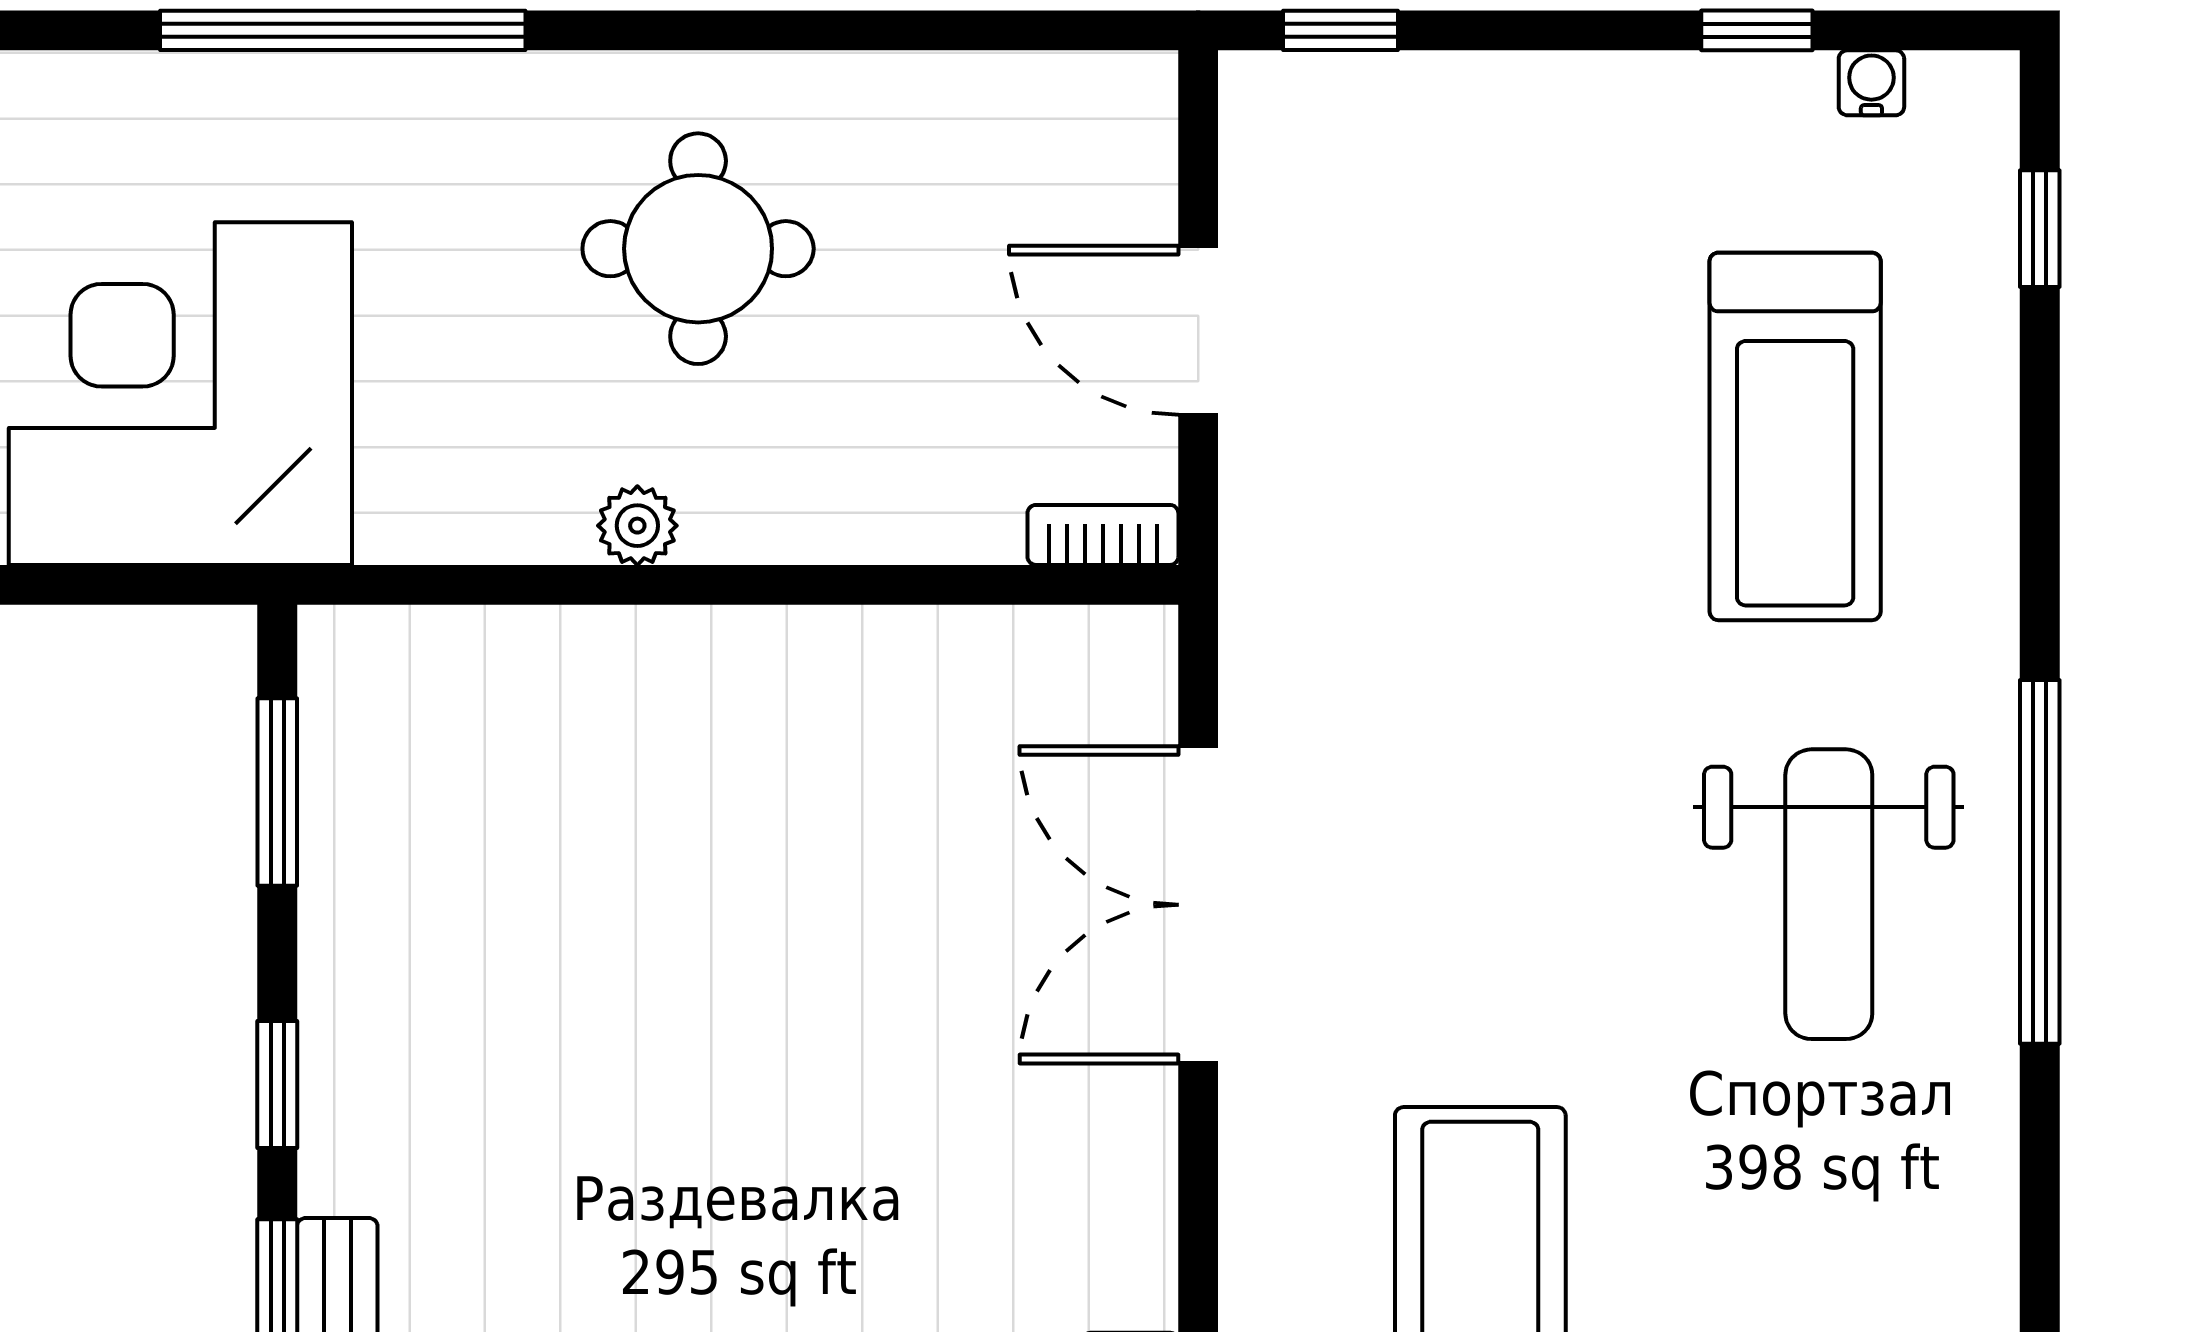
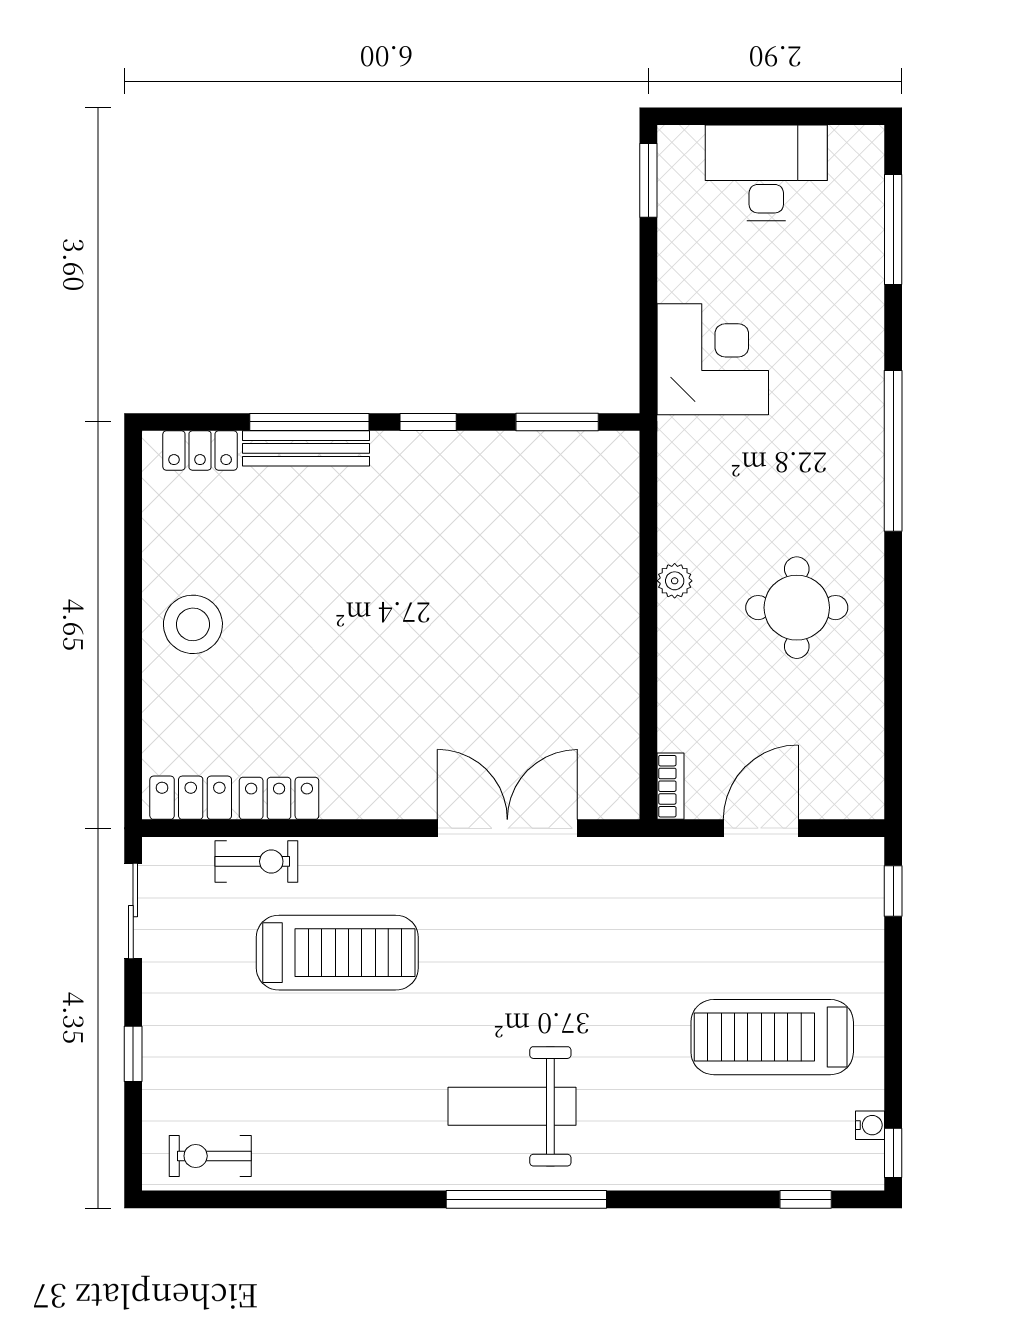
window: (1757, 30) -> (893, 1153), moved
corner desk: (180, 394) -> (713, 359), width x0.74, depth x0.74
treadmill: (1795, 436) -> (772, 1037), moved

